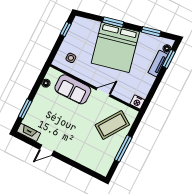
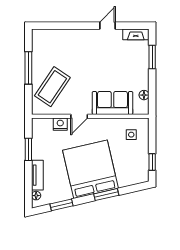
window: (169, 59) -> (28, 149), moved
nightstand: (137, 102) -> (60, 124), moved

